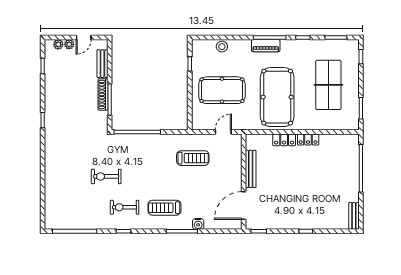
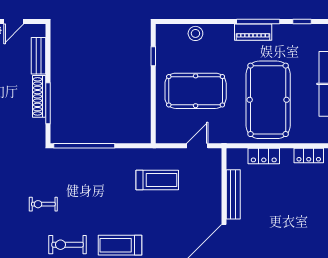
locker: (284, 140) -> (264, 156), moved
exercise bike: (106, 176) -> (43, 204), width x0.73, depth x0.72

